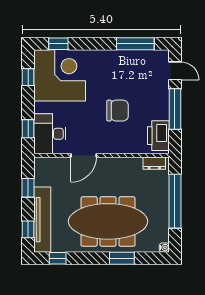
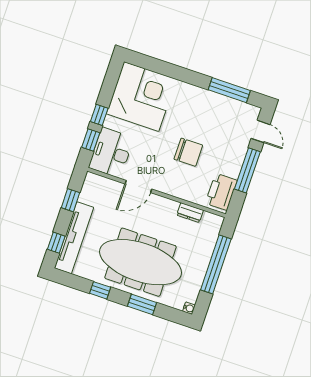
window: (58, 44) -> (151, 64), removed
window: (28, 77) -> (99, 115), moved
dresser: (154, 163) -> (190, 213), moved
window: (58, 258) -> (100, 290), moved

